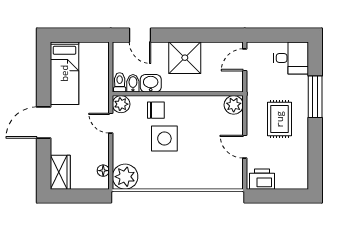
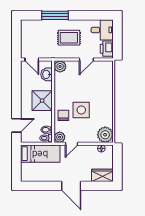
shower: (185, 58) -> (42, 101), moved
desk: (291, 58) -> (102, 30), moved, turned 90
bed: (64, 73) -> (40, 154), moved
washbasin: (151, 83) -> (47, 74), moved

